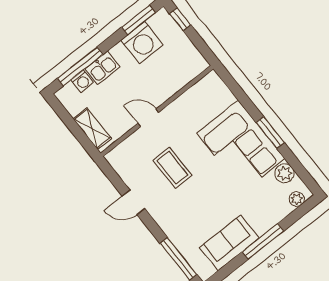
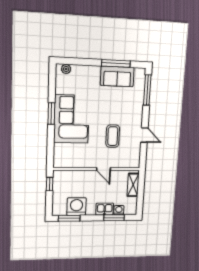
window: (180, 19) -> (50, 184), moved
window: (80, 67) -> (114, 218), width x0.69
plant: (284, 173) -> (61, 87), removed
window: (263, 241) -> (116, 63), moved

